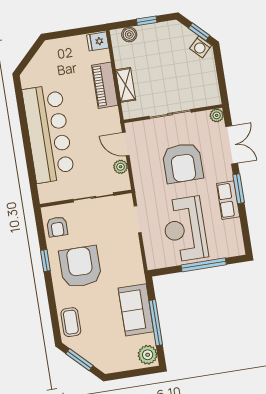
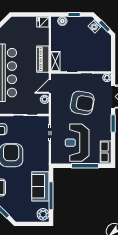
washing machine: (201, 47) -> (95, 26), moved
piano: (105, 85) -> (43, 59), moved
shelving: (126, 85) -> (55, 61), moved
door: (126, 144) -> (50, 86), hinge flipped
armchair: (183, 163) -> (82, 103), turned -80
row of seats: (228, 200) -> (106, 152), moved

